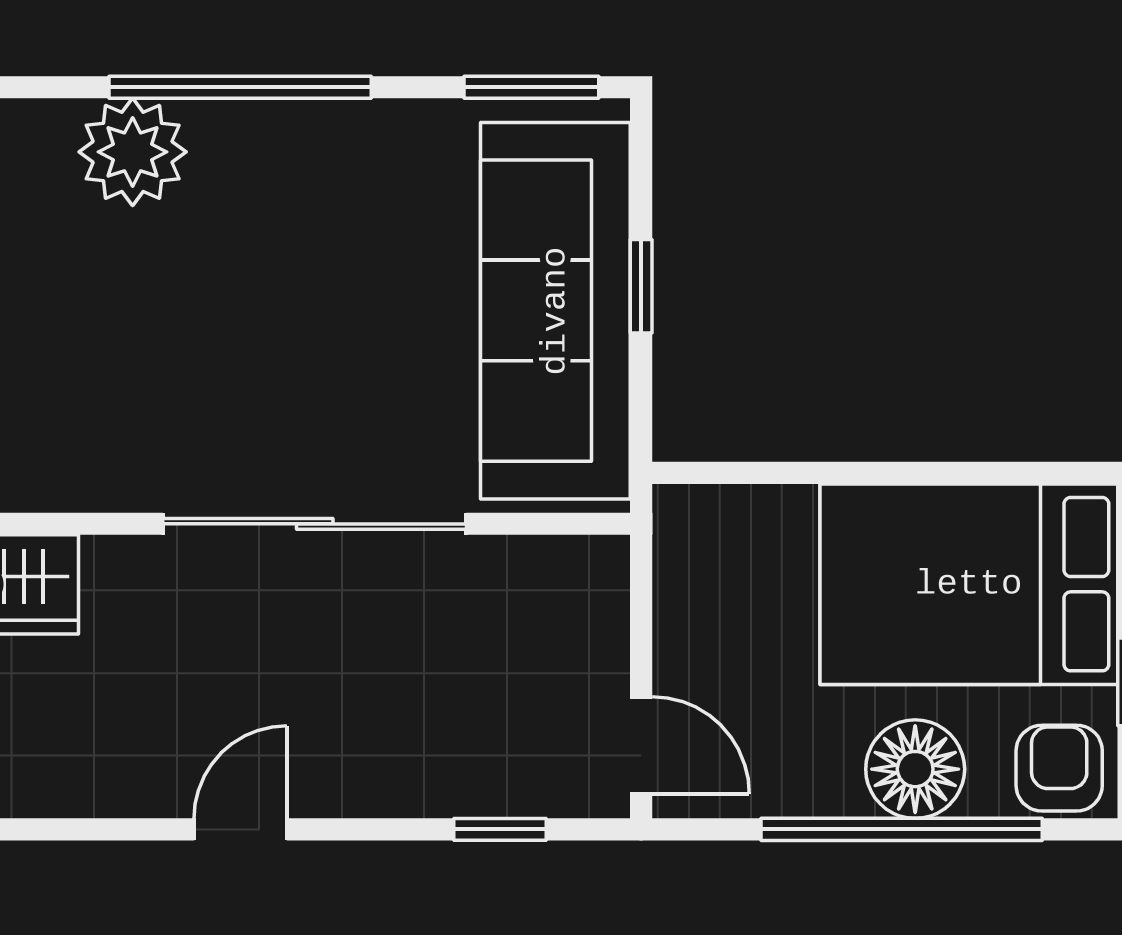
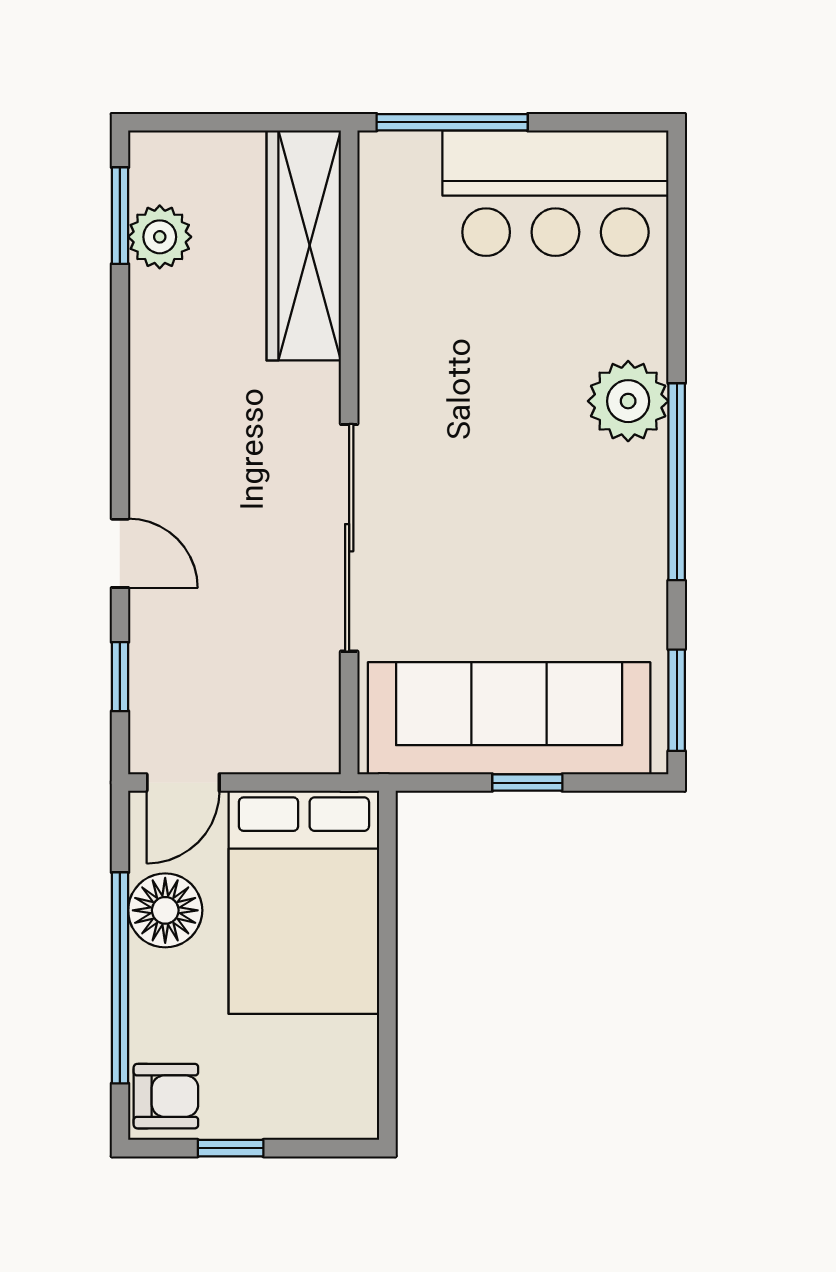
bed: (969, 584) -> (304, 902), moved, turned 180
floor lamp: (915, 769) -> (165, 910), moved
door: (240, 829) -> (120, 553), moved

